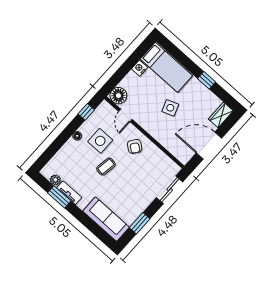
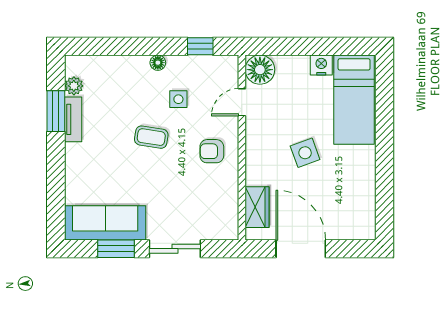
window: (207, 80) -> (385, 168), removed
wardrobe: (221, 115) -> (257, 207), moved, turned 90
side table: (100, 141) -> (178, 99), width x0.54, depth x0.54
armchair: (135, 146) -> (212, 151), turned 54
sliding door: (170, 190) -> (175, 249), moved
sofa: (106, 219) -> (105, 223), moved, turned -90

